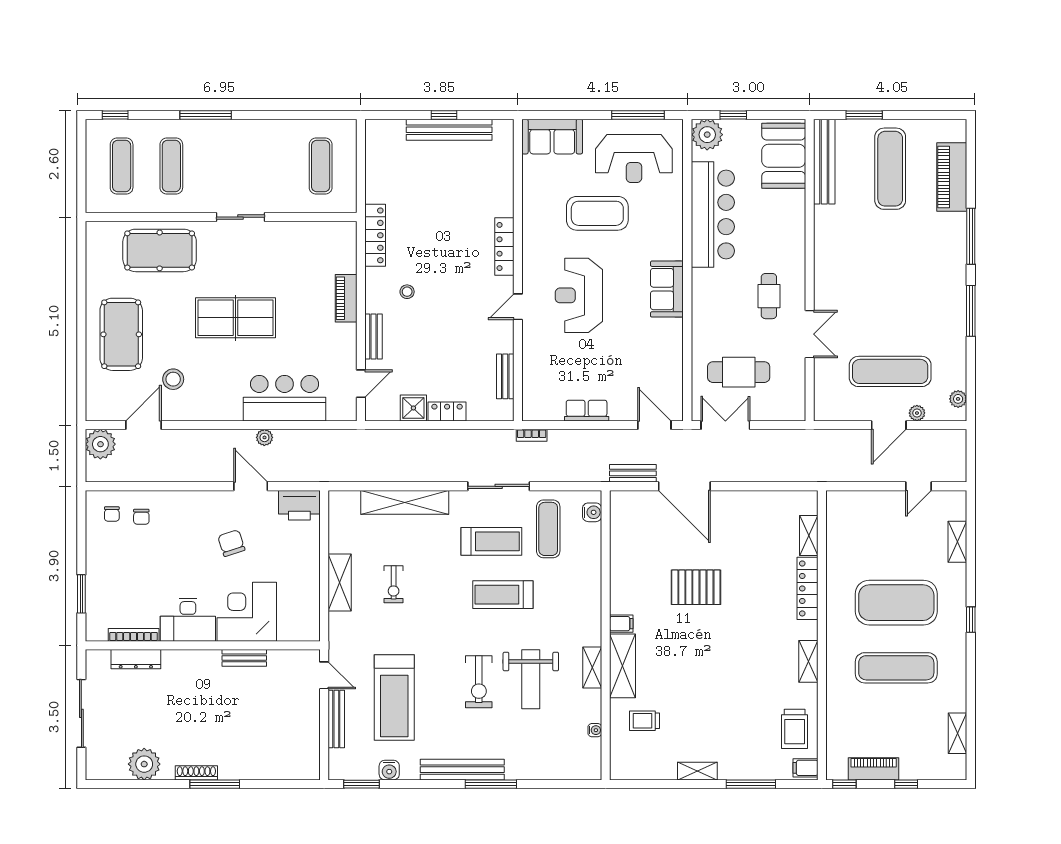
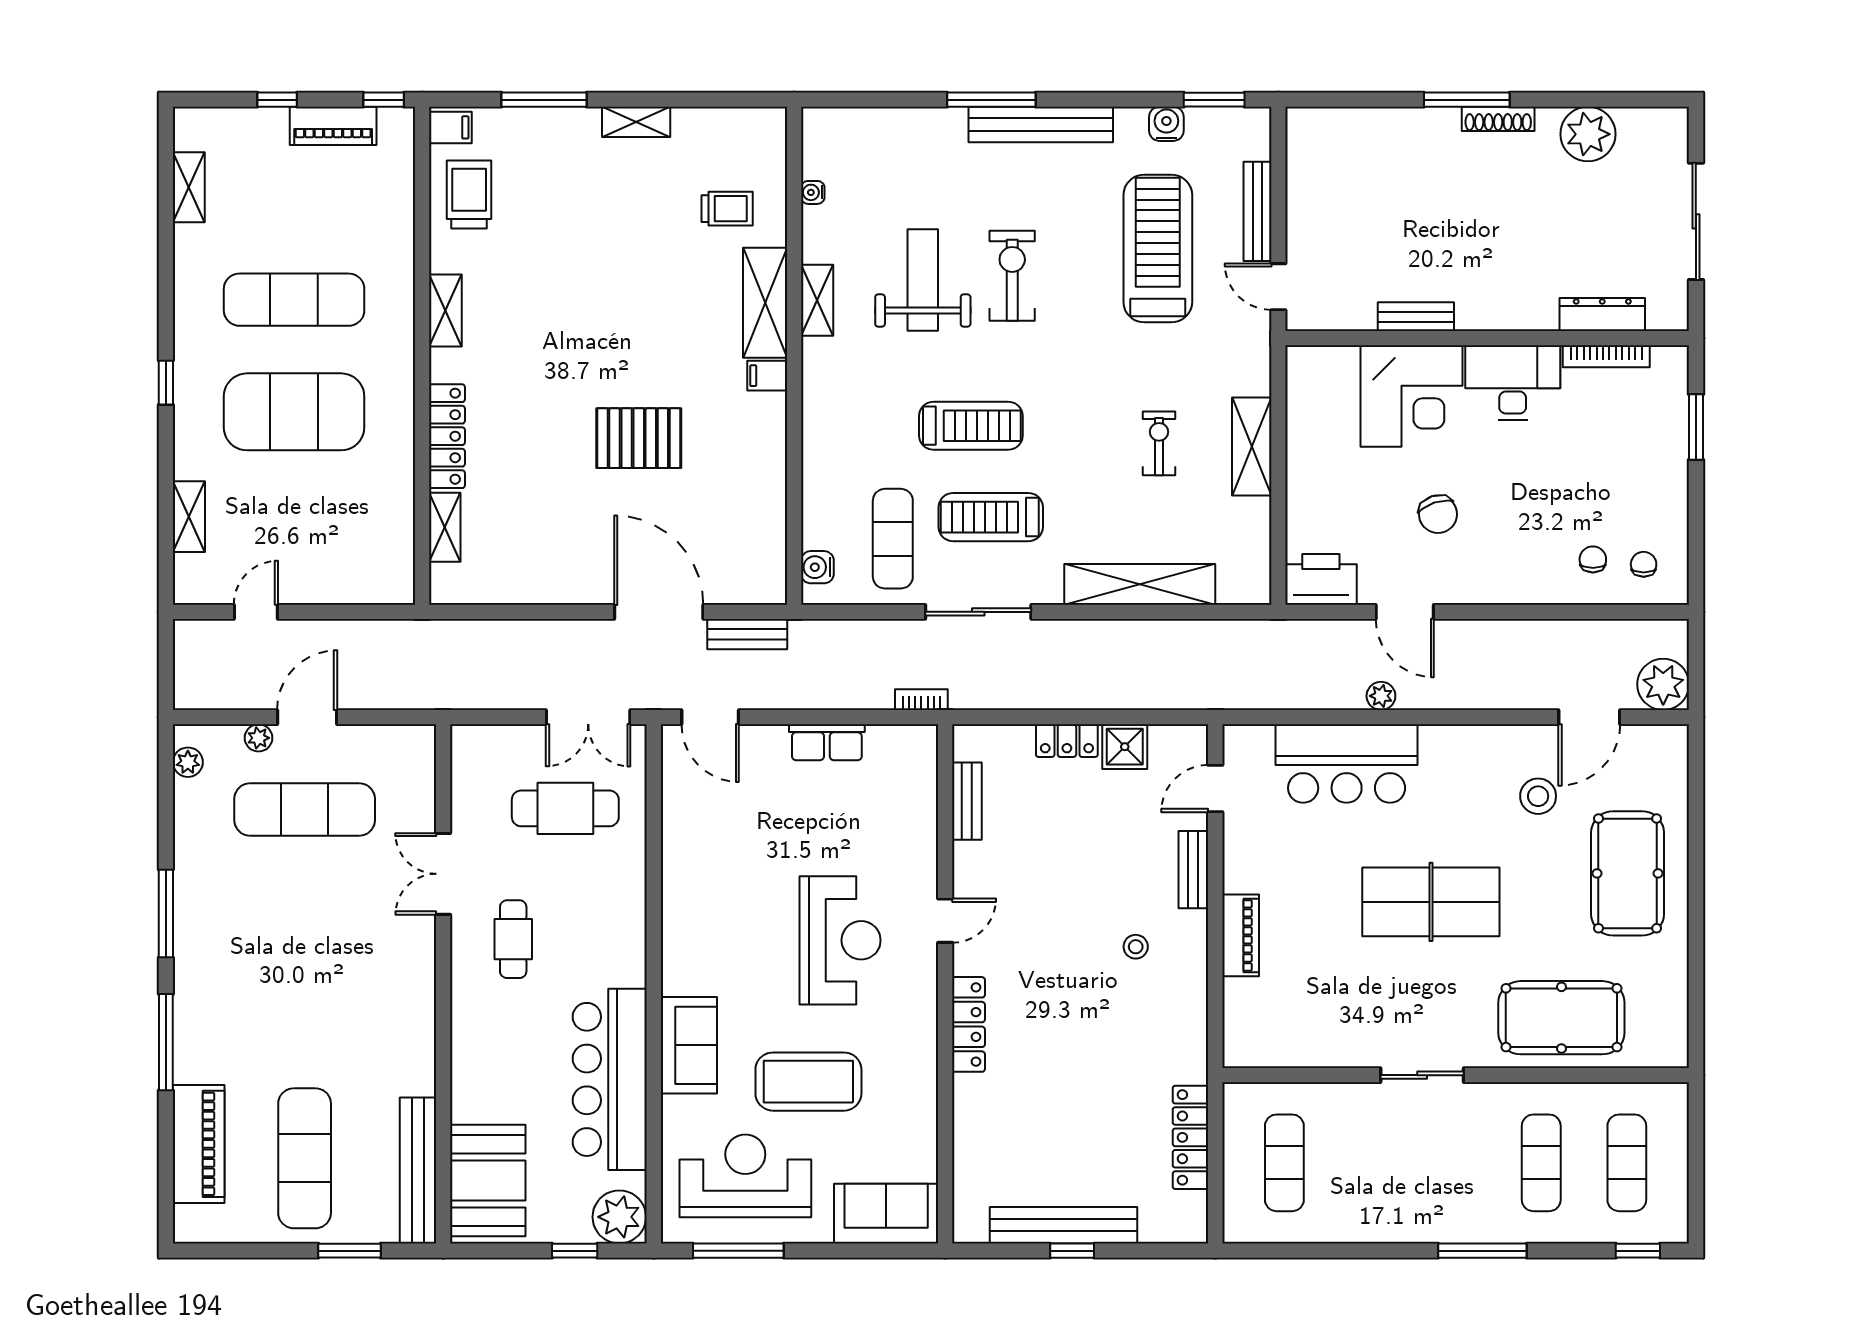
locker: (375, 235) -> (1191, 1137), moved
sofa: (667, 289) -> (689, 1045), moved

